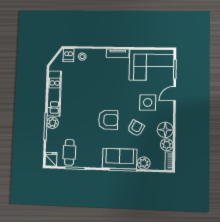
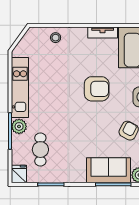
dishwasher: (68, 55) -> (37, 36), removed
armchair: (108, 120) -> (97, 89), moved
cafe table: (69, 152) -> (40, 150), moved

